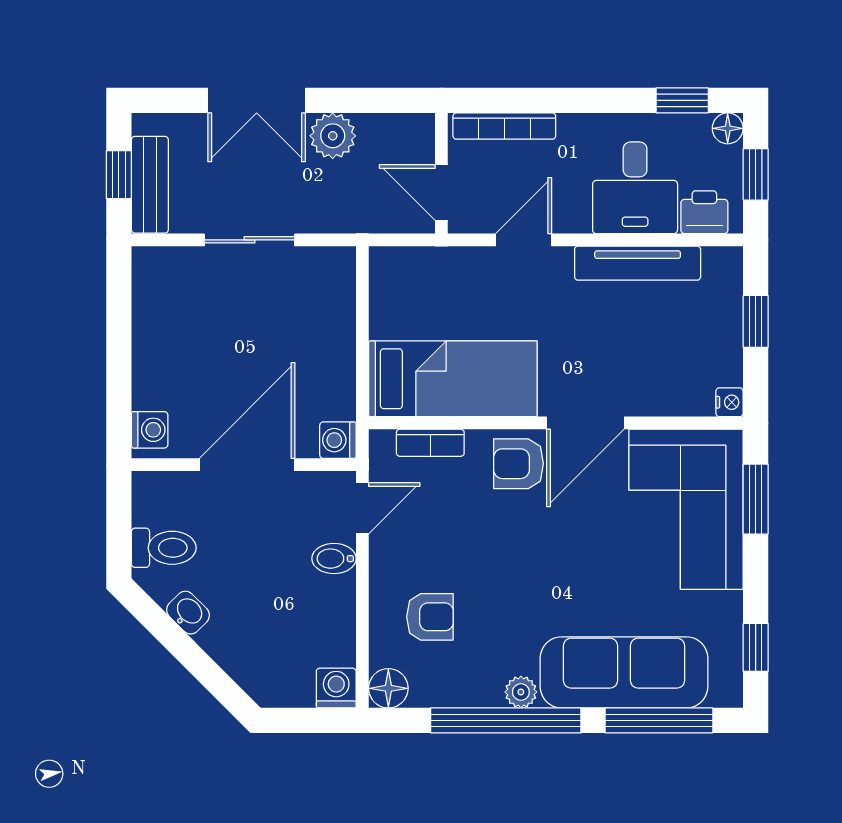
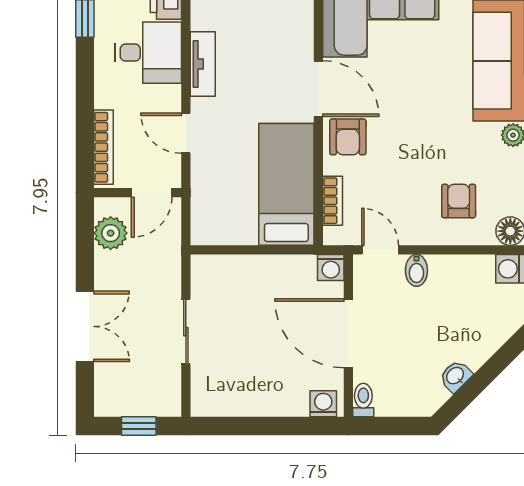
plant: (333, 136) -> (111, 233), moved
bench: (150, 185) -> (146, 404), removed
tv unit: (638, 263) -> (203, 64), width x0.71
toilet: (164, 548) -> (363, 400), moved, width x0.73, depth x0.72

